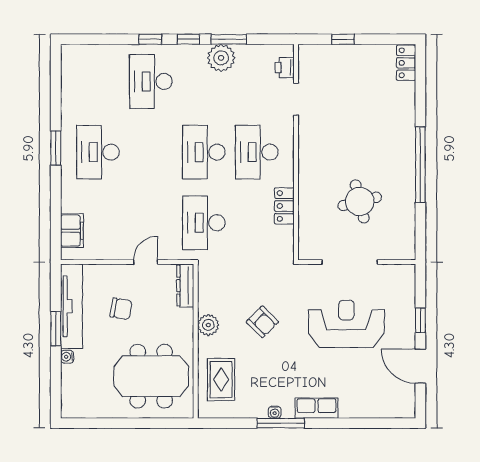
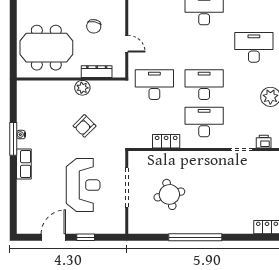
dresser: (185, 286) -> (97, 72), moved
meeting table: (151, 376) -> (46, 48), turned 90
rug: (221, 380) -> (44, 97), removed

